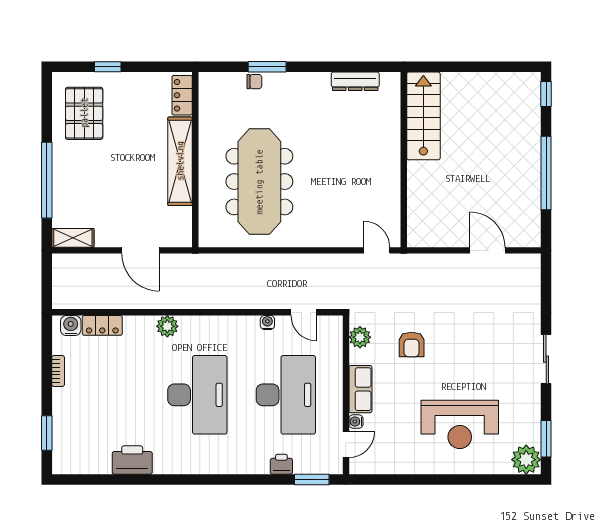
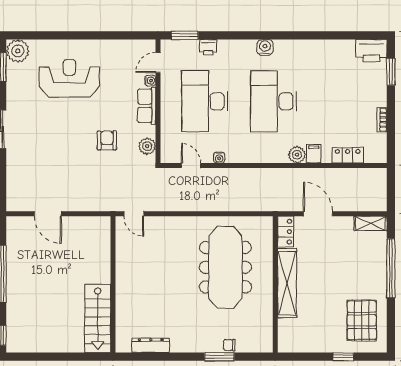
locker: (182, 95) -> (286, 232), moved
water cooler: (71, 326) -> (265, 47), moved, turned 180
filing cabinet: (146, 327) -> (314, 154), added
printer: (132, 460) -> (371, 51), moved

